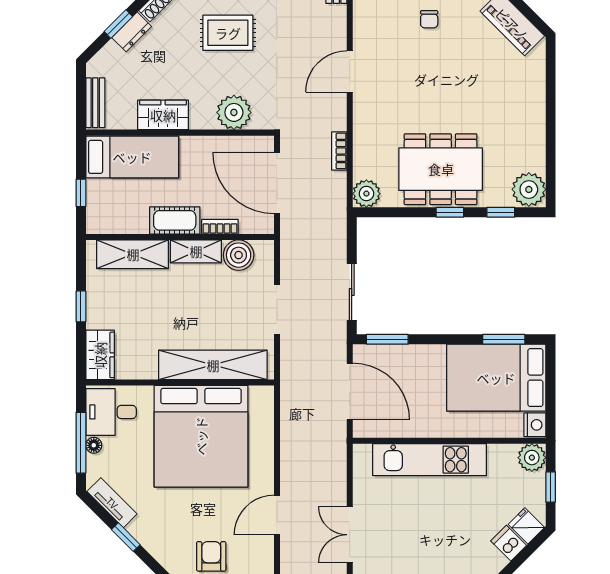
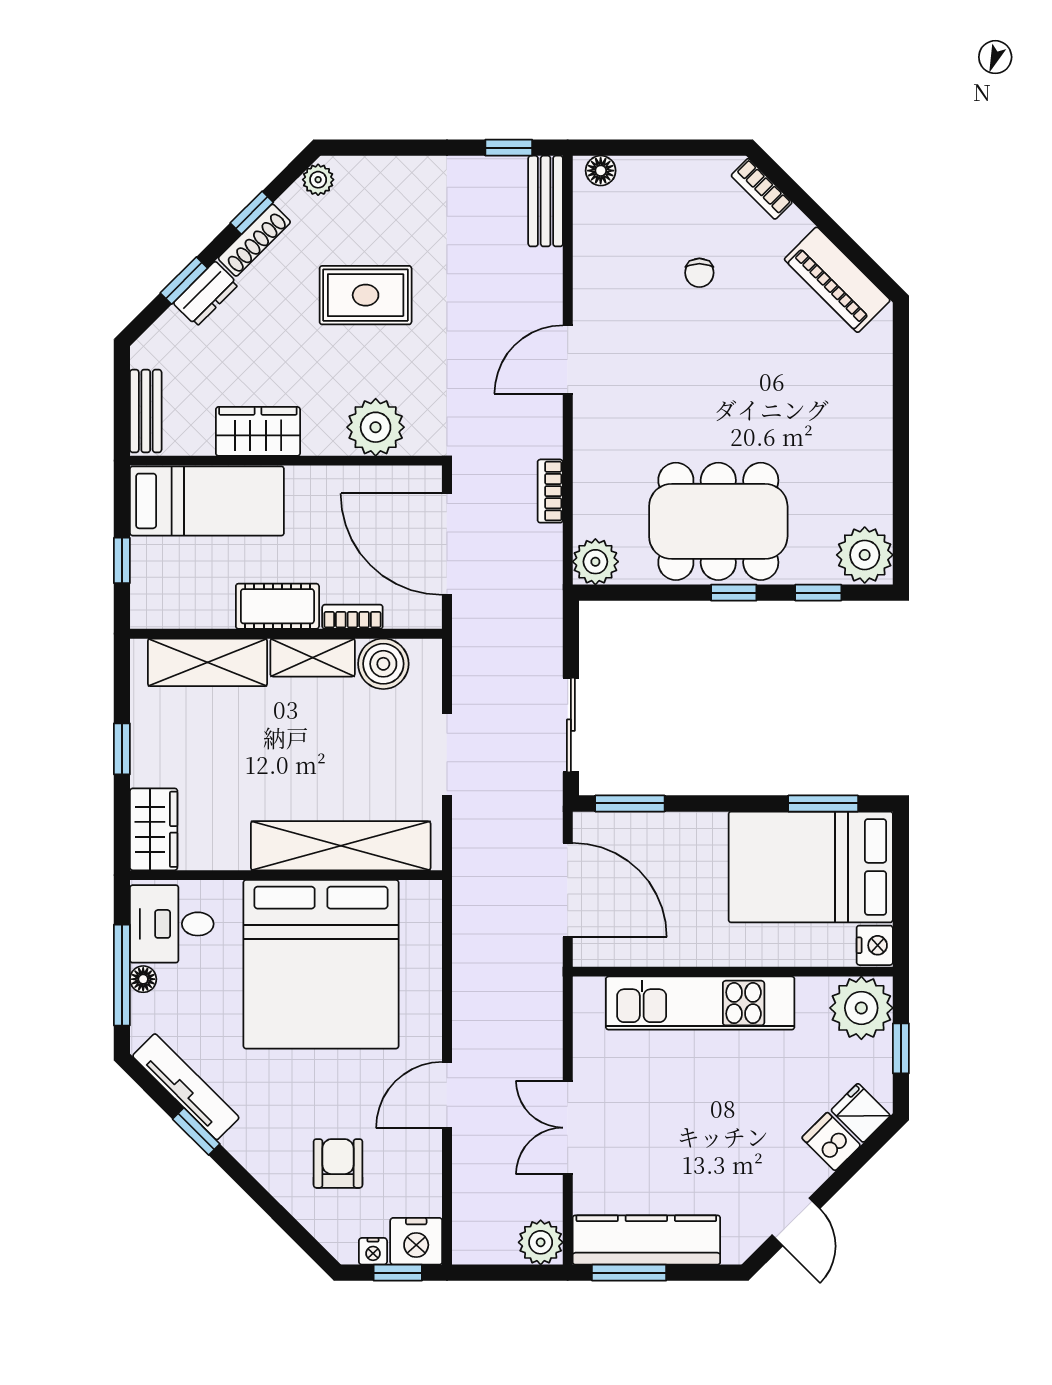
plant: (532, 458) -> (861, 1008), width x1.36, depth x1.36
tv unit: (112, 503) -> (186, 1087), width x1.41

